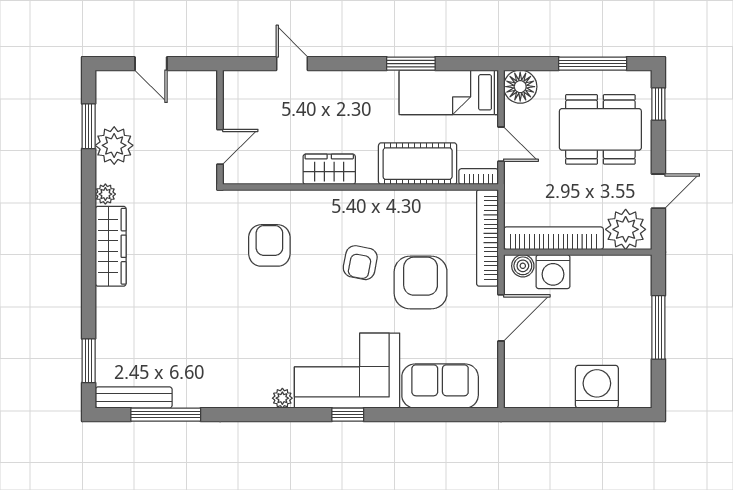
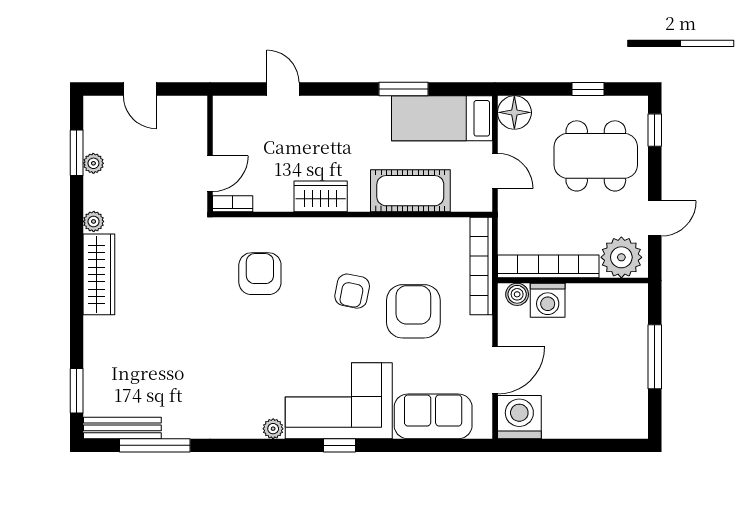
window: (593, 64) -> (588, 89), width x0.46
plant: (114, 145) -> (93, 163), width x0.53, depth x0.53
bookcase: (479, 177) -> (233, 204), moved
door: (501, 318) -> (495, 370), moved
washing machine: (597, 387) -> (519, 417), moved

